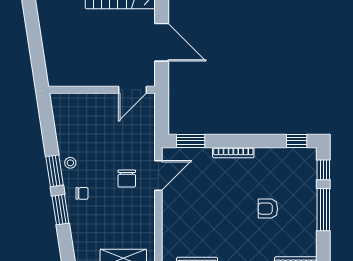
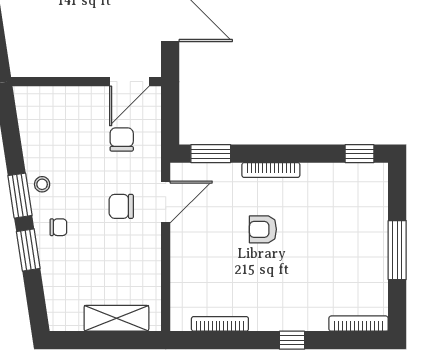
chair: (127, 131) -> (122, 139), added
window: (323, 170) -> (397, 194), removed
chair: (127, 179) -> (121, 206), turned 90
armchair: (268, 209) -> (263, 229), moved

